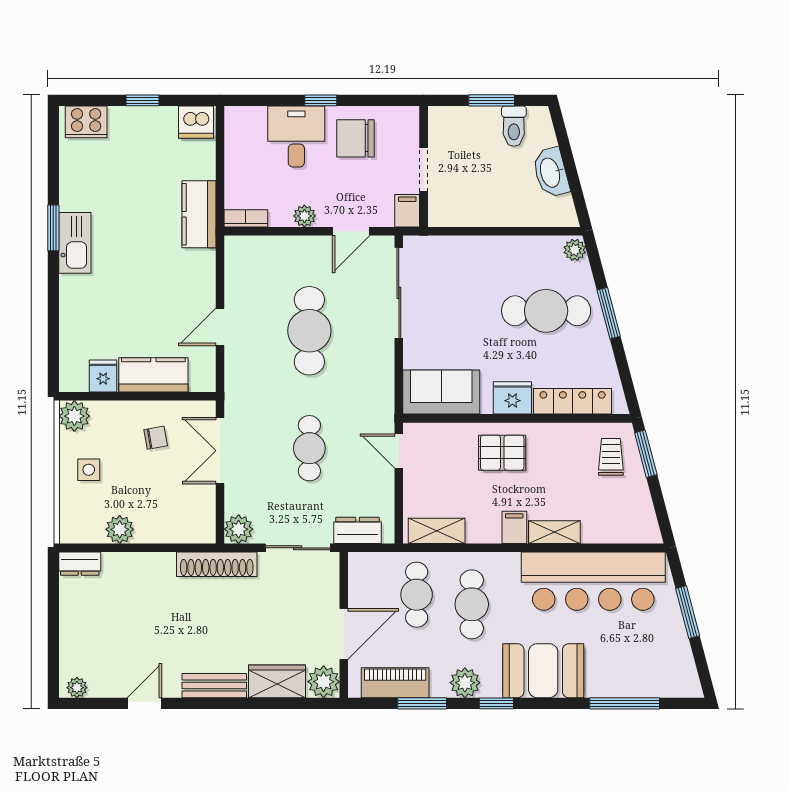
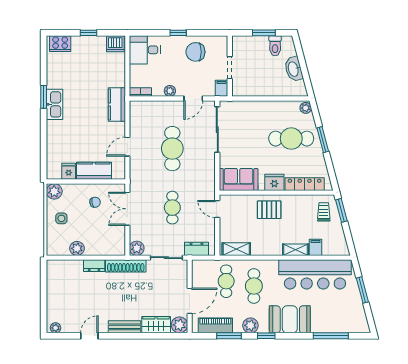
desk: (296, 136) -> (145, 50), moved, turned -90
kitchen counter: (199, 214) -> (117, 104), moved
filing cabinet: (514, 527) -> (316, 247), moved
dresser: (80, 564) -> (94, 266), moved

